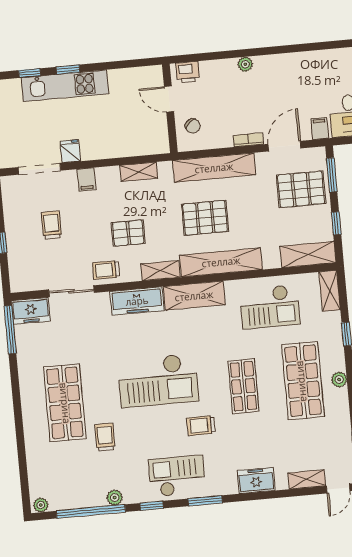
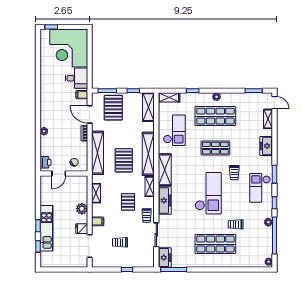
plant: (107, 148) -> (82, 209), added

